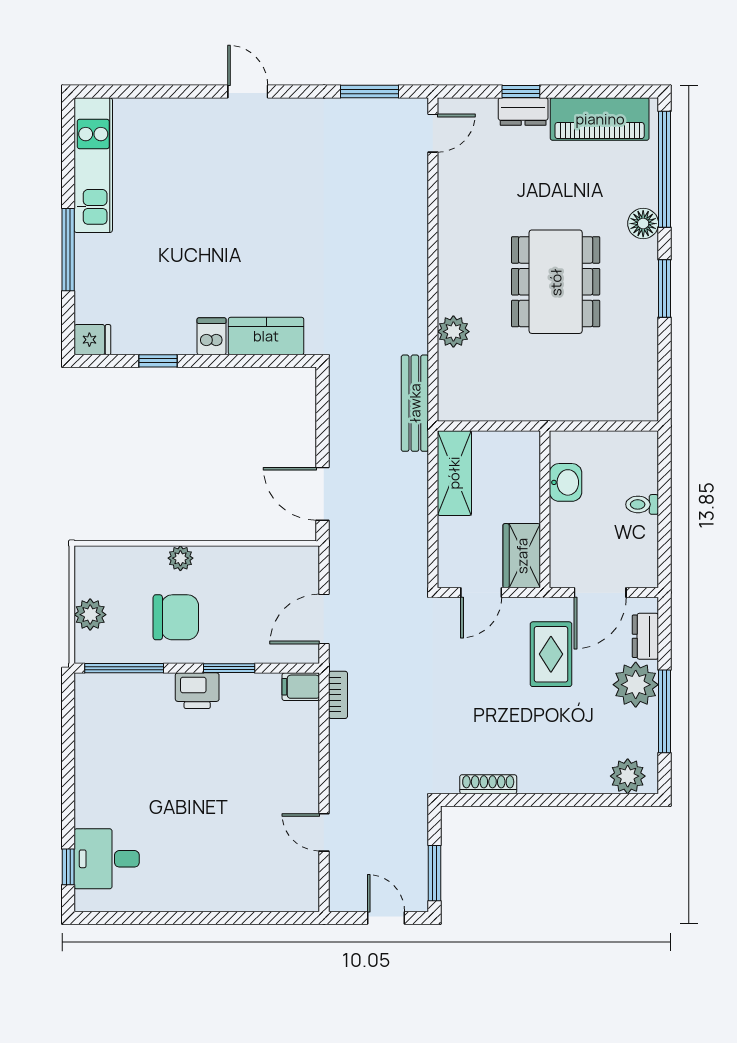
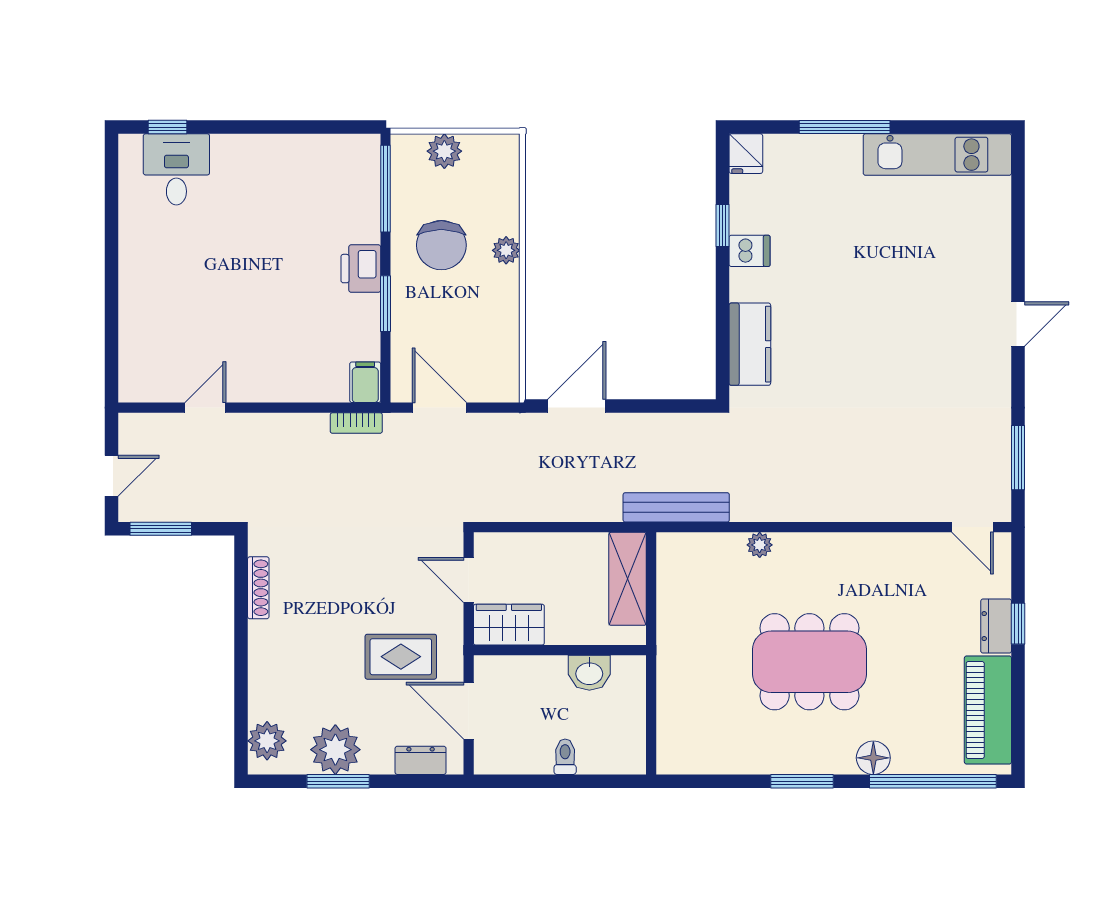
plant: (453, 332) -> (760, 545), width x0.73, depth x0.73
dishwasher: (212, 336) -> (750, 251), moved
shelving: (454, 473) -> (628, 579), moved, turned 90
plant: (636, 685) -> (335, 750), moved
window: (665, 711) -> (338, 781), width x0.69

